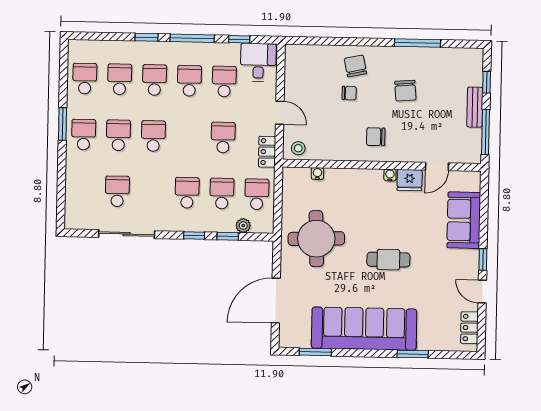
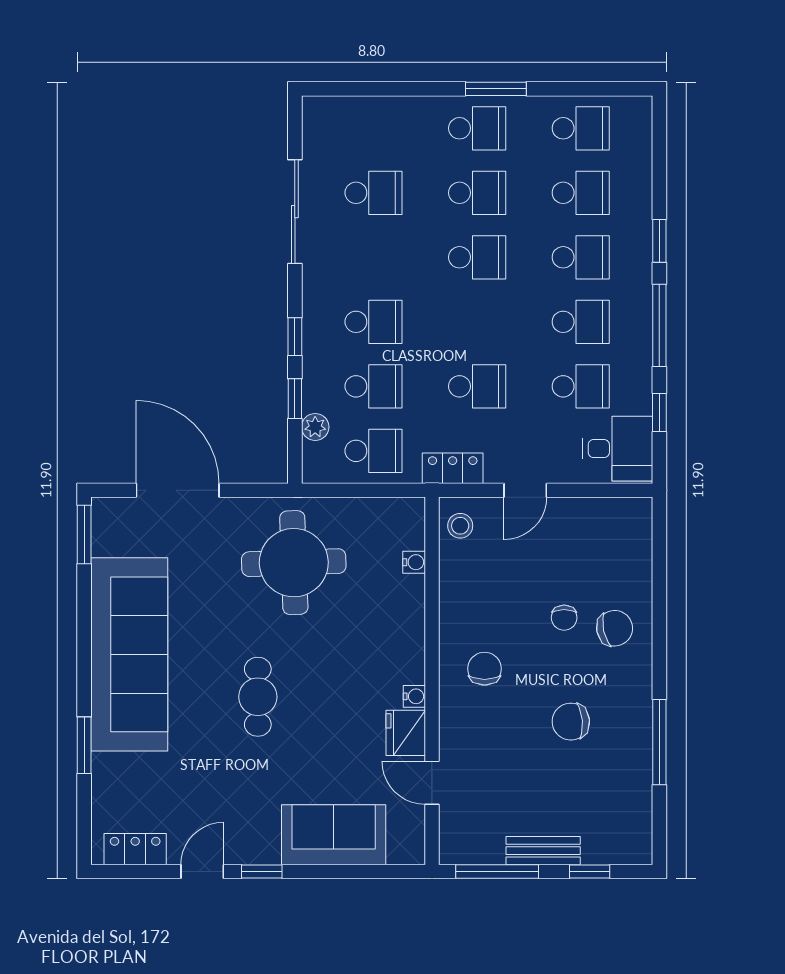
window: (315, 352) -> (84, 535), moved

